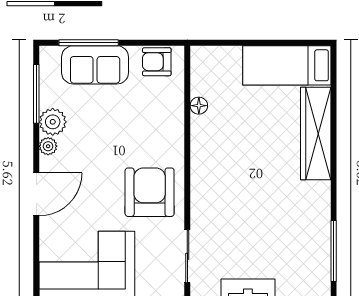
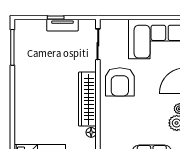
wardrobe: (316, 133) -> (87, 99), moved, turned 180

